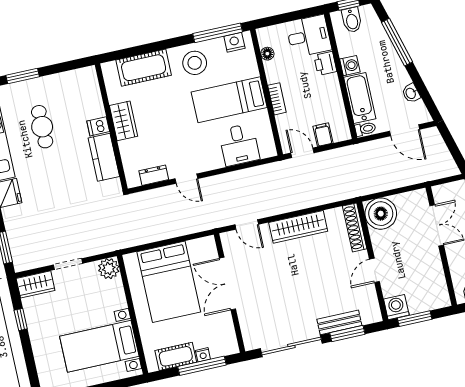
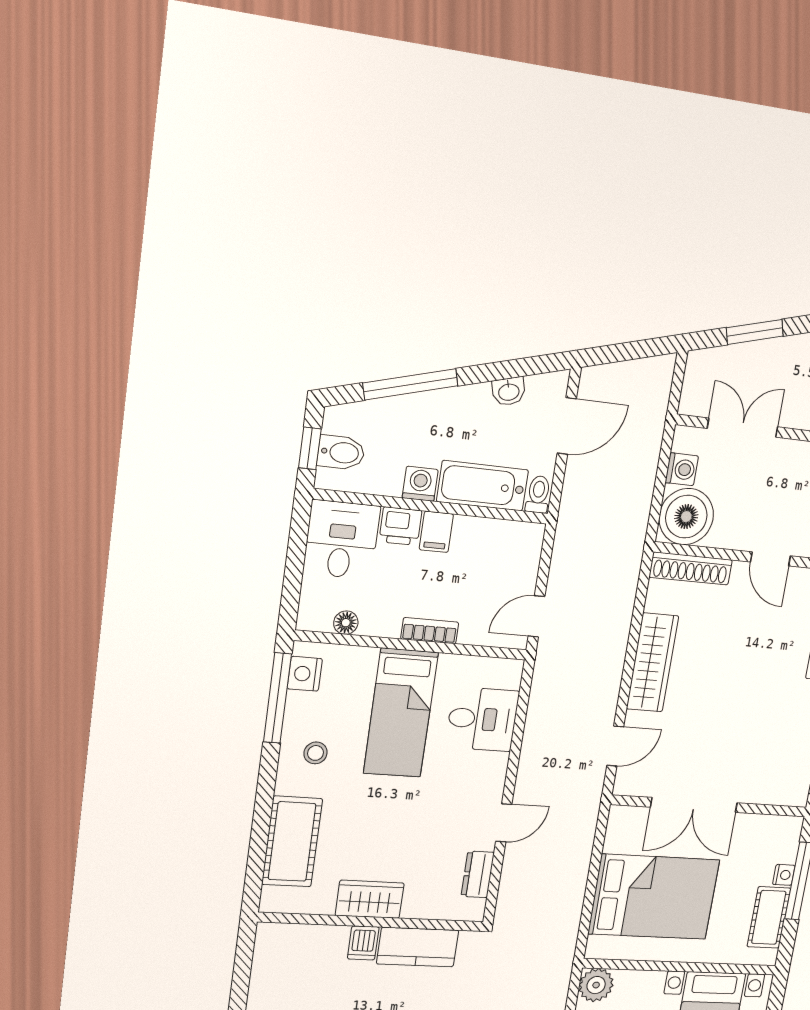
stool: (195, 63) -> (316, 753), width x0.53, depth x0.53
filing cabinet: (323, 135) -> (436, 532), moved, turned -90
washing machine: (404, 201) -> (682, 469), added

